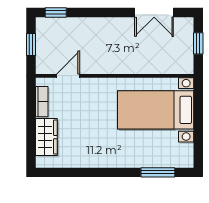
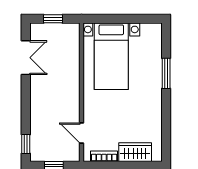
window: (158, 172) -> (166, 73), moved

